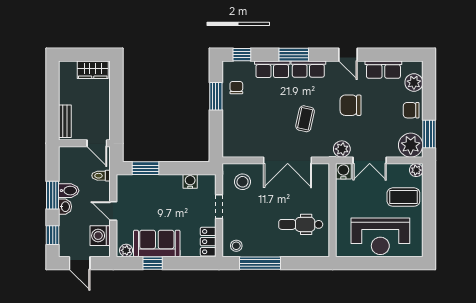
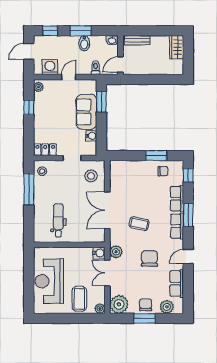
wardrobe: (93, 70) -> (177, 47), moved
window: (429, 134) -> (144, 318), moved
washbasin: (65, 207) -> (112, 40), moved
sofa: (157, 243) -> (86, 112), moved, turned 180

